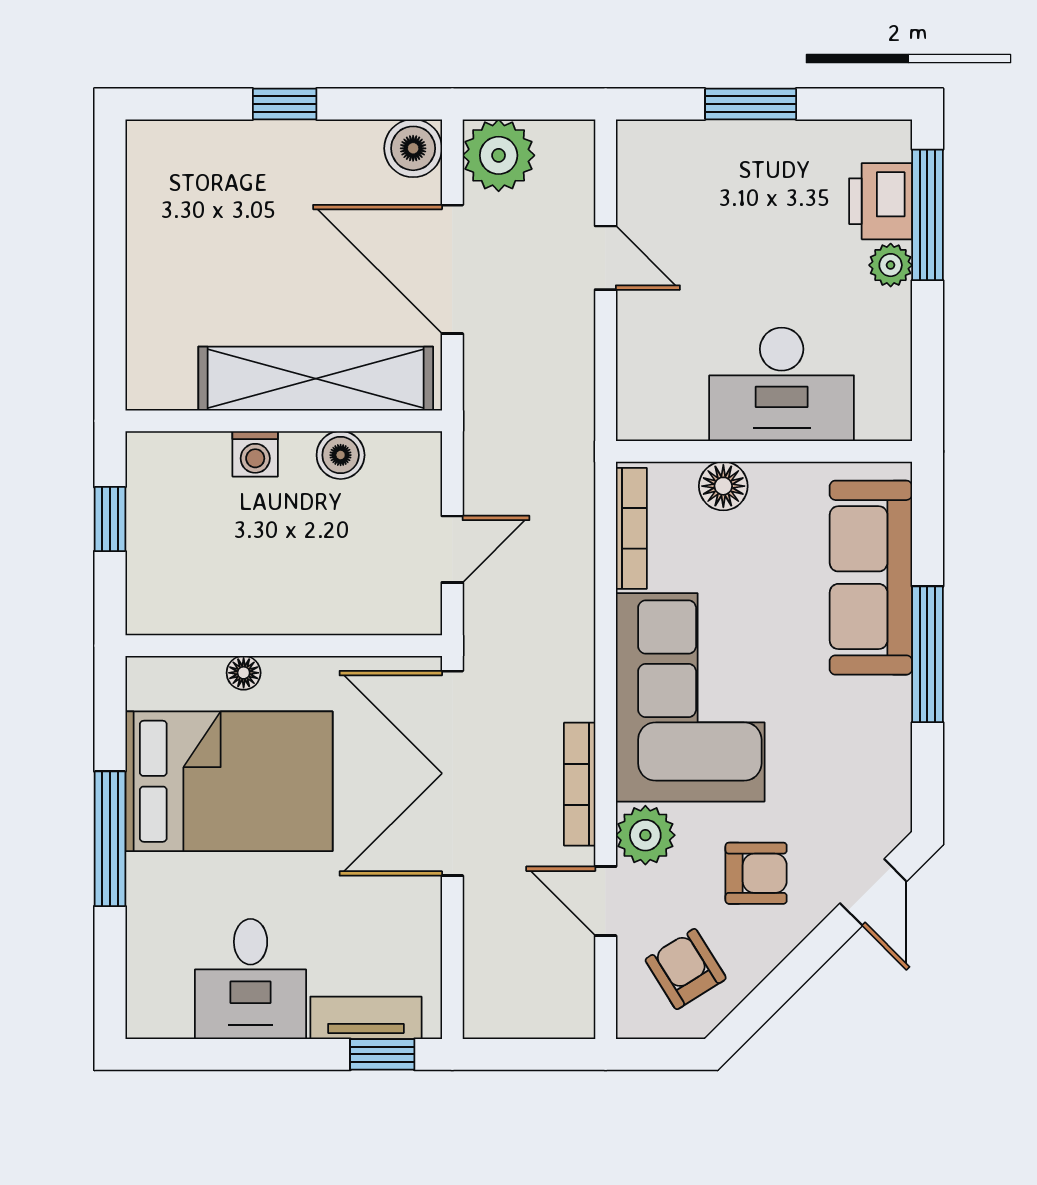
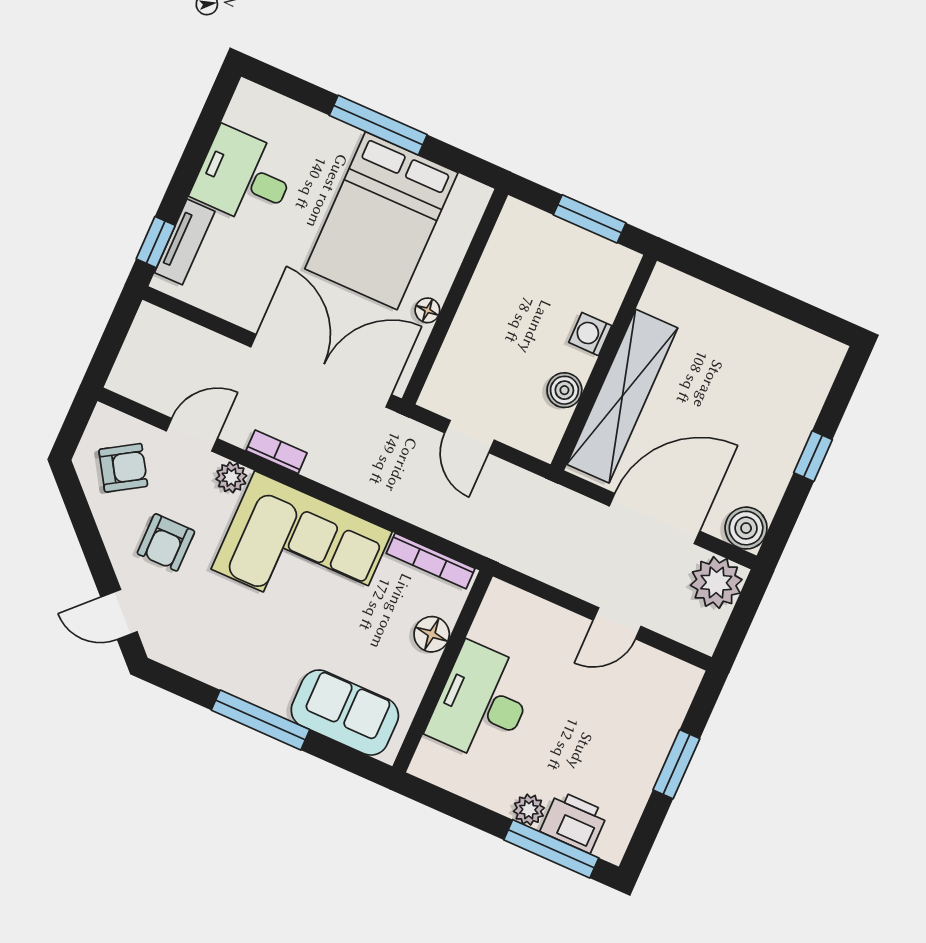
window: (110, 519) -> (590, 219), width x1.50
sofa: (871, 578) -> (345, 713), width x0.73
floor lamp: (244, 673) -> (427, 310), moved
bookcase: (580, 784) -> (277, 452), width x0.64
plant: (645, 835) -> (231, 477), width x0.73, depth x0.73

